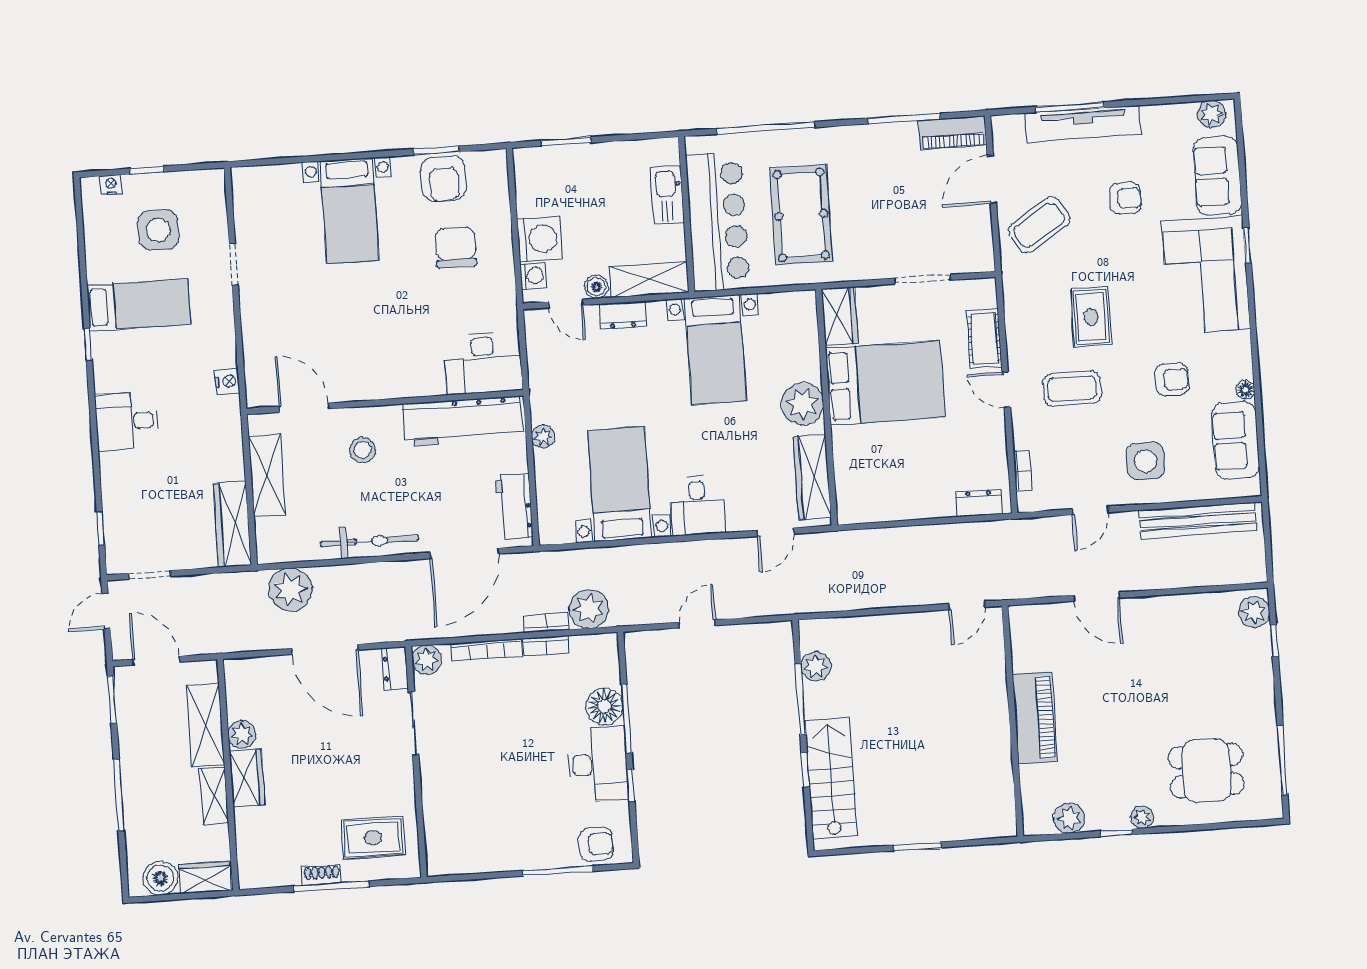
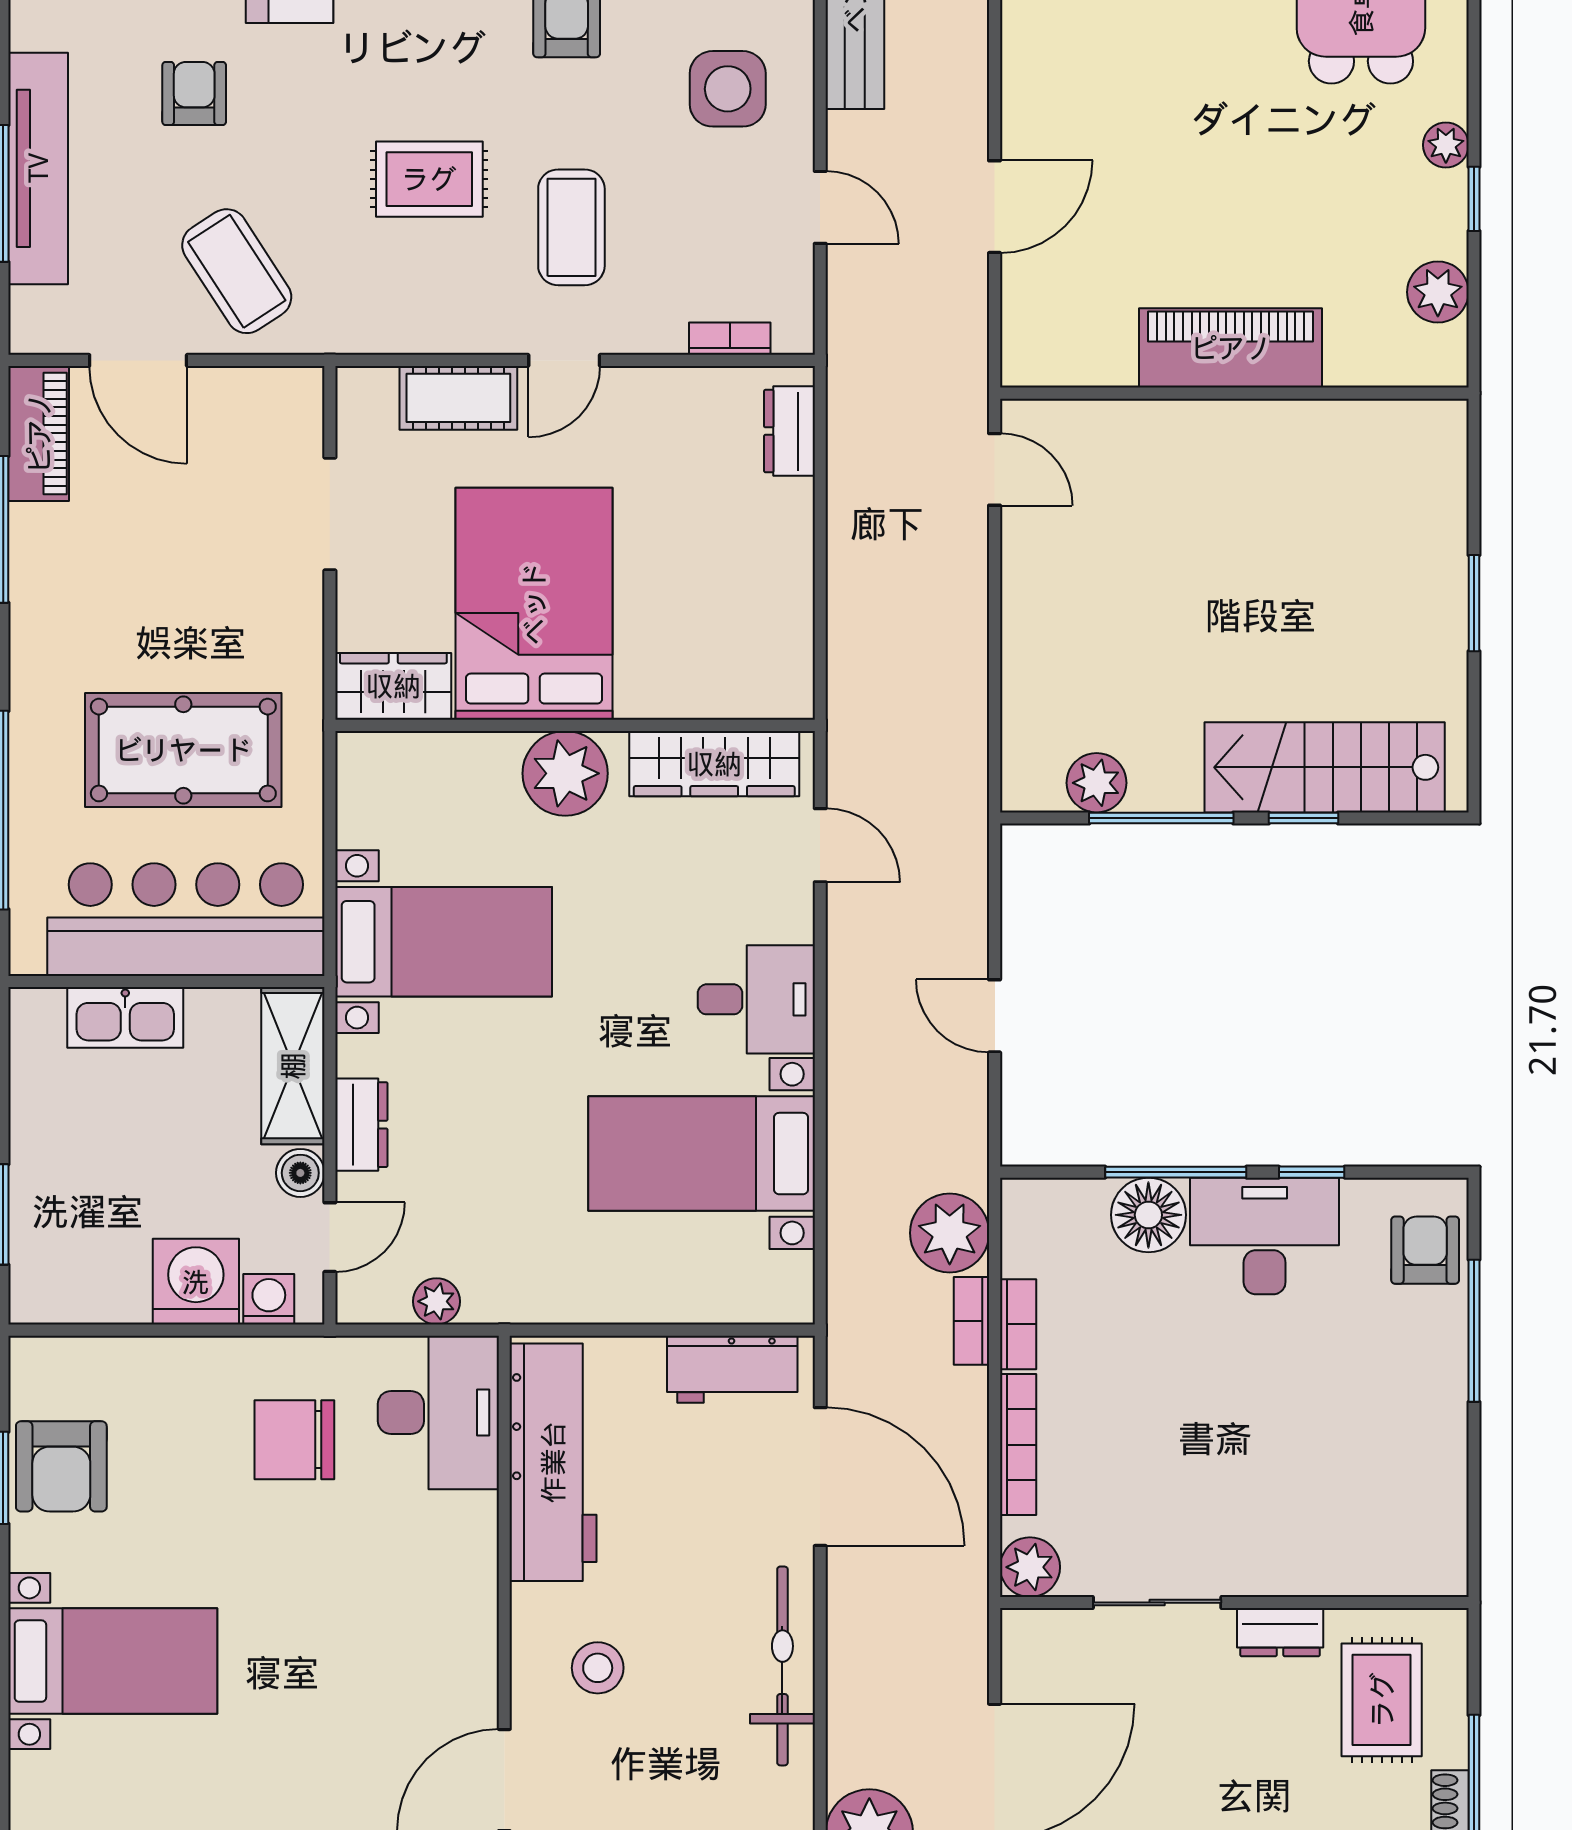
armchair: (444, 179) -> (61, 1466), turned 90
chair: (456, 247) -> (294, 1440), moved
plant: (543, 437) -> (436, 1301), moved
dresser: (395, 668) -> (1280, 1632), moved

